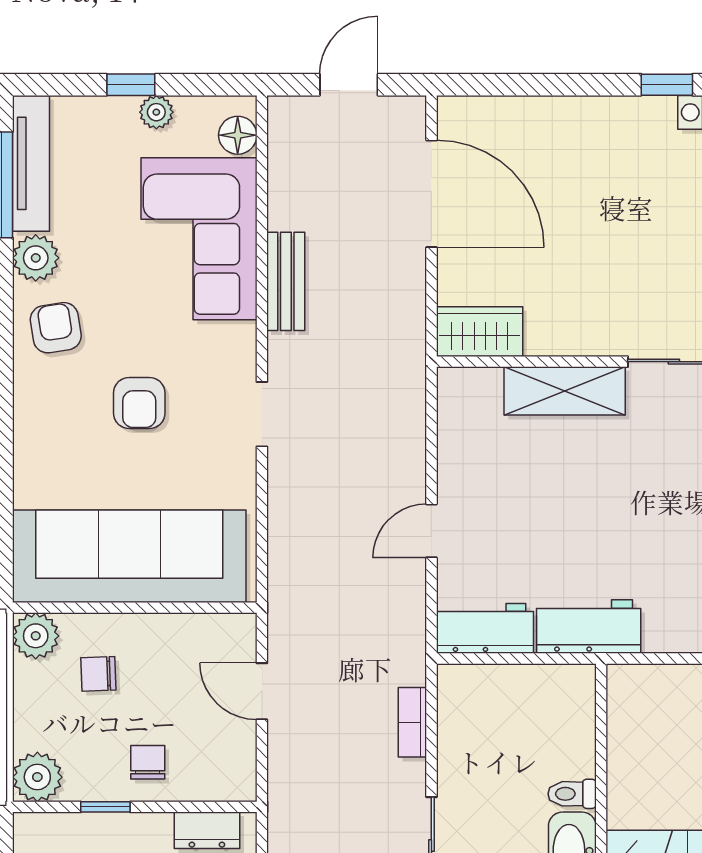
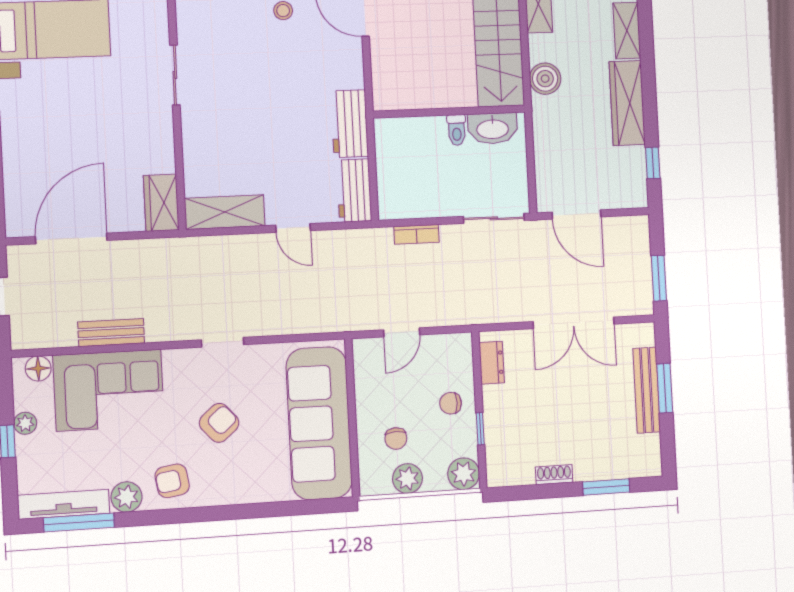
bench: (286, 281) -> (111, 333), moved
shelving: (565, 391) -> (225, 212), moved, turned 90
armchair: (139, 403) -> (219, 423), turned -41
plant: (36, 636) -> (407, 479), moved

